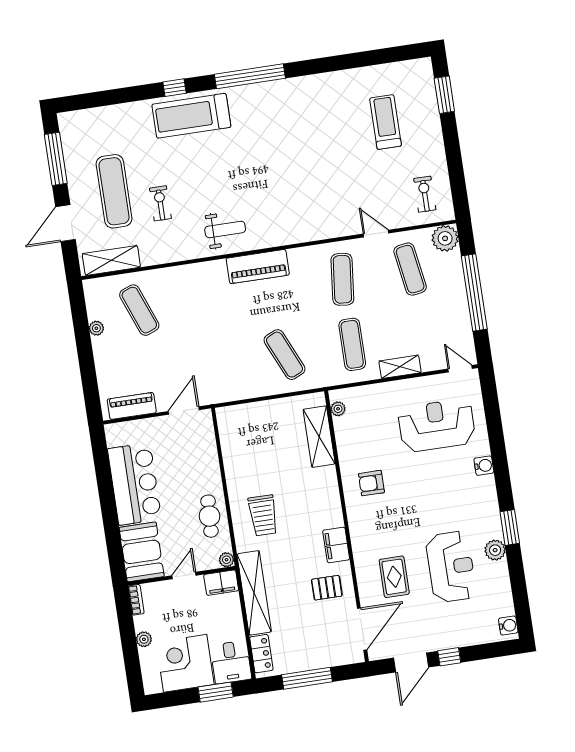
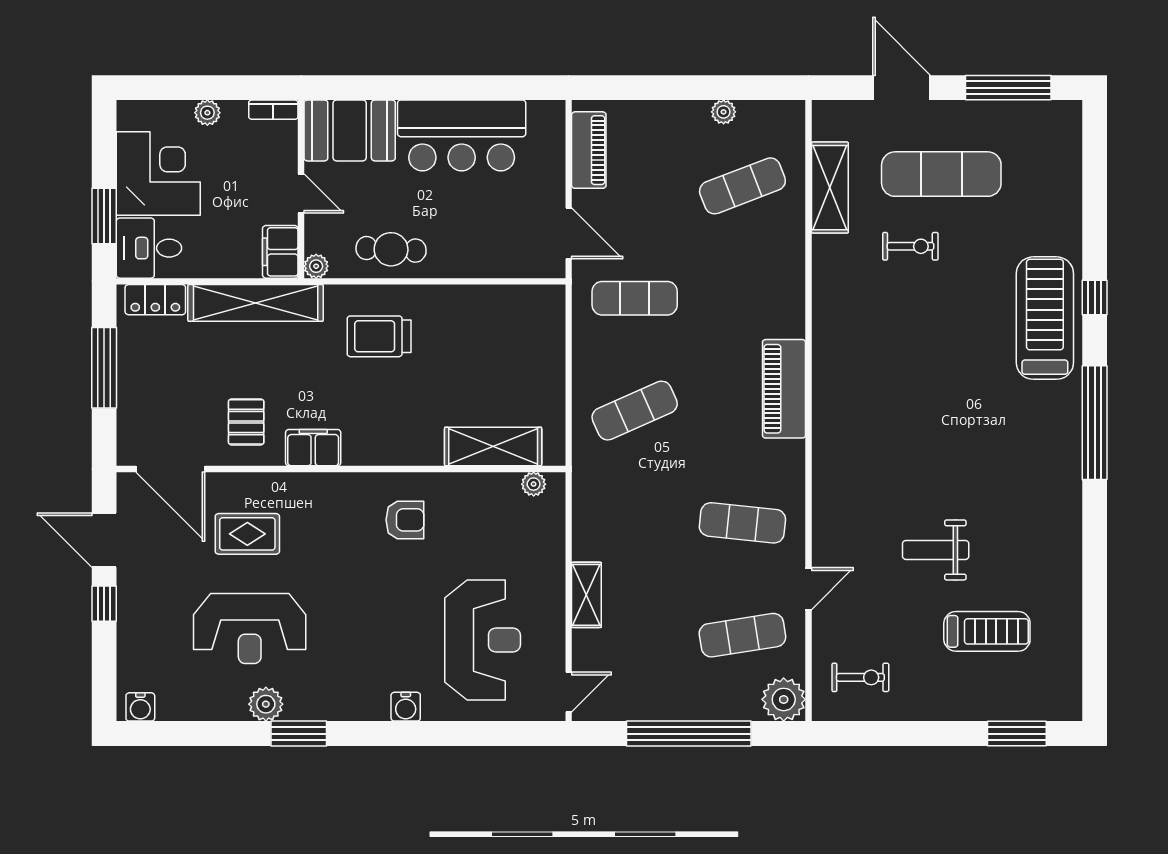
weight bench: (225, 229) -> (936, 550), moved, turned 90
shelving: (111, 260) -> (830, 188), moved
exercise mat: (352, 344) -> (635, 298), moved
armchair: (371, 483) -> (405, 520), turned 90

